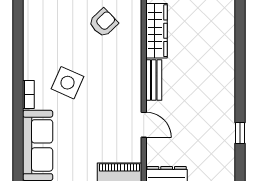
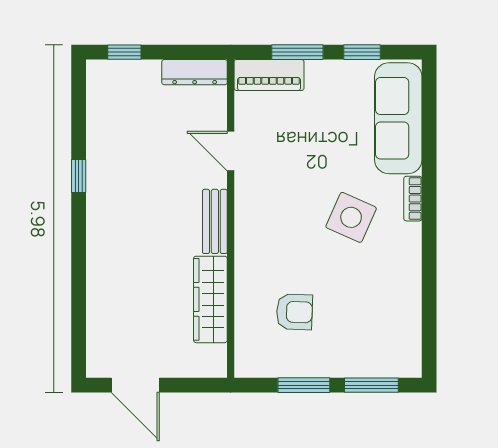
armchair: (103, 23) -> (294, 312), turned -134
window: (240, 133) -> (79, 176), moved

